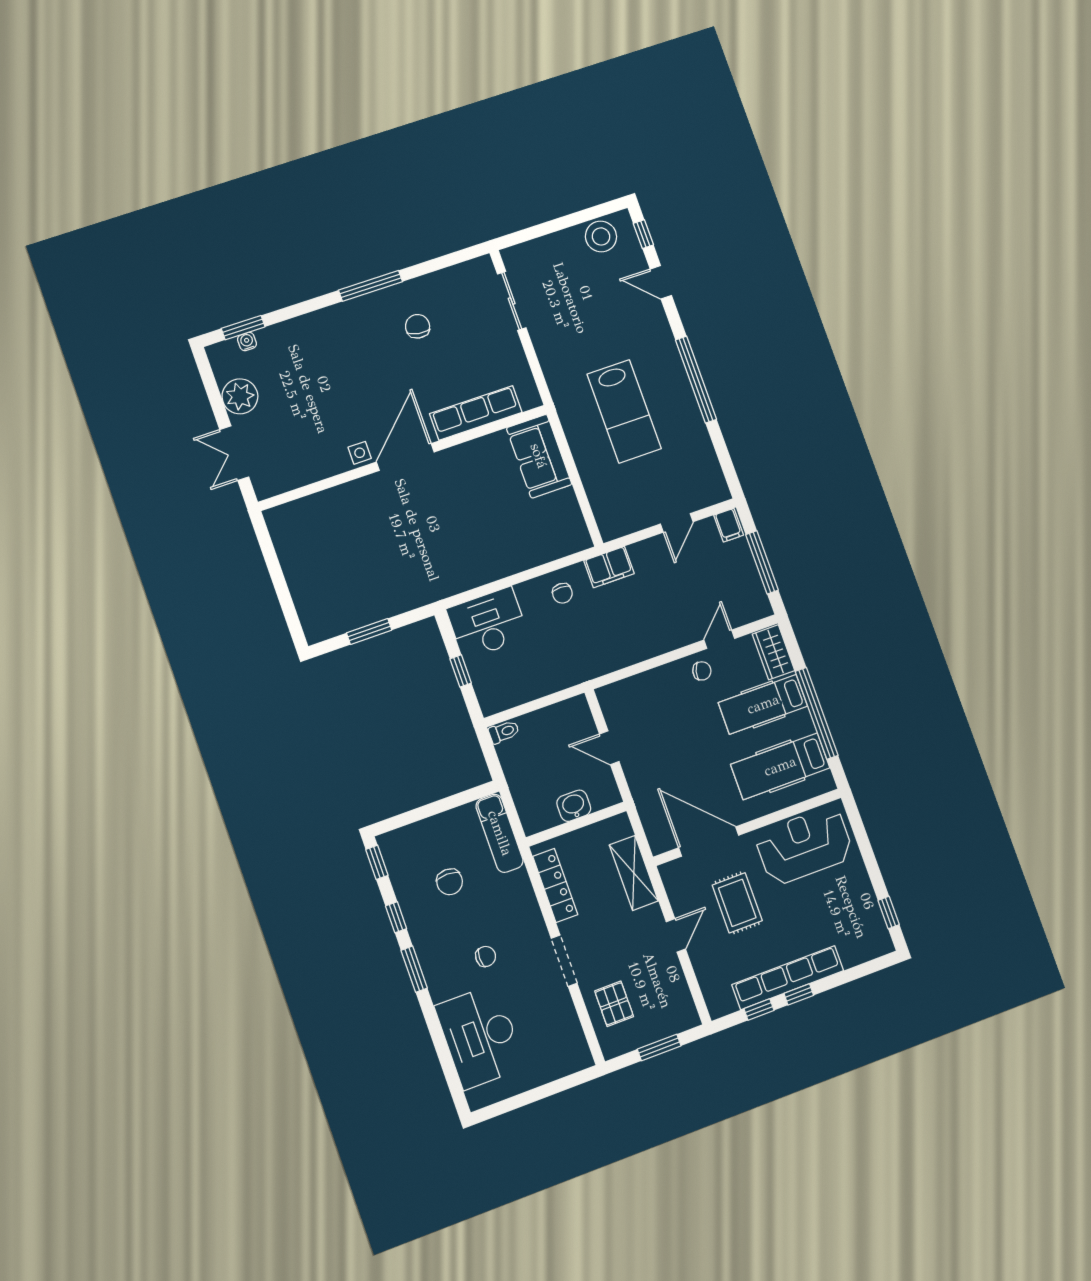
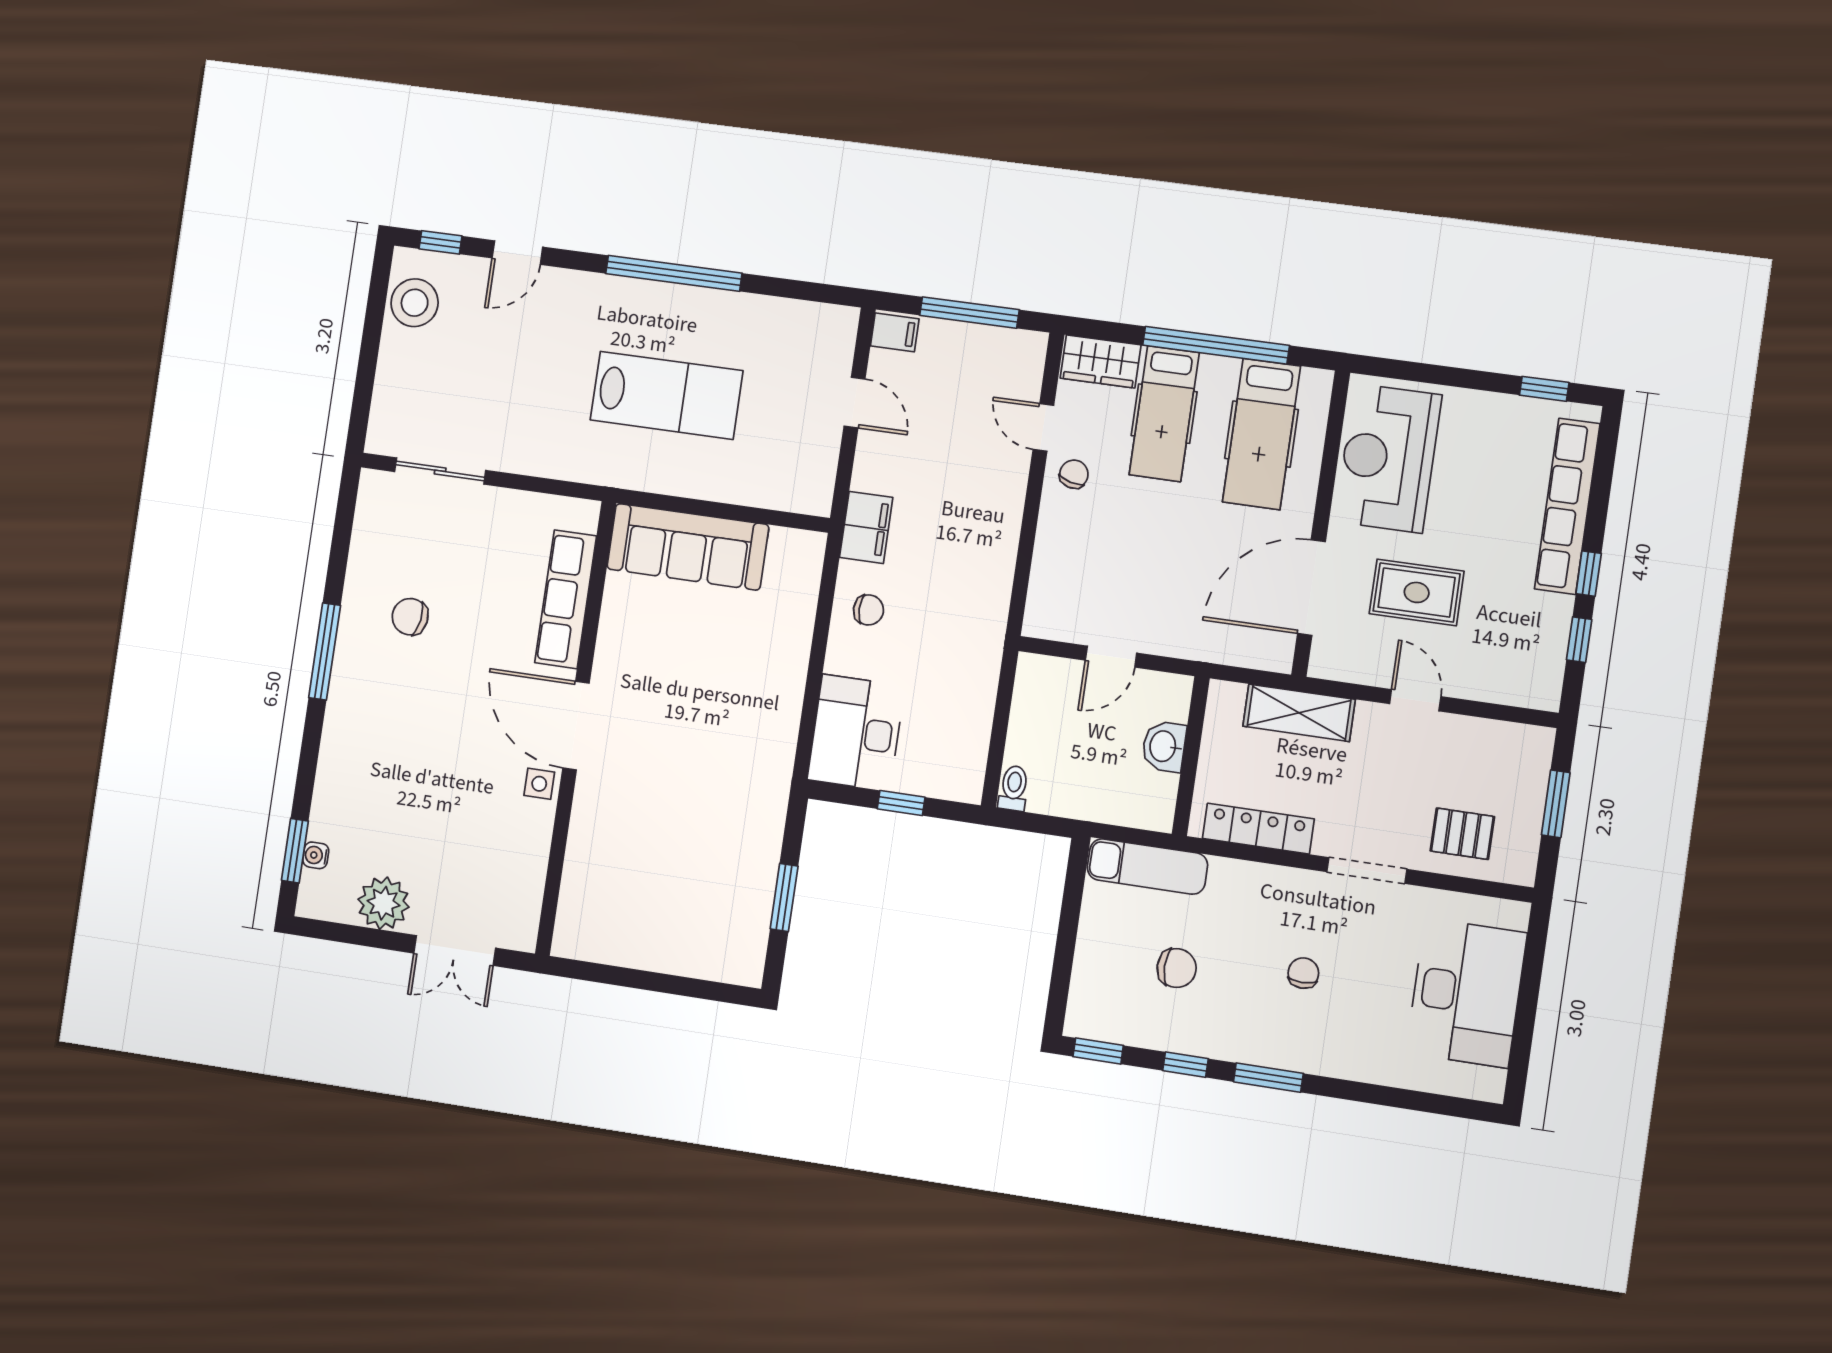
sofa: (539, 456) -> (688, 547), width x1.36
row of seats: (788, 978) -> (1567, 506), moved
desk: (480, 1037) -> (1466, 993), moved, turned -90

